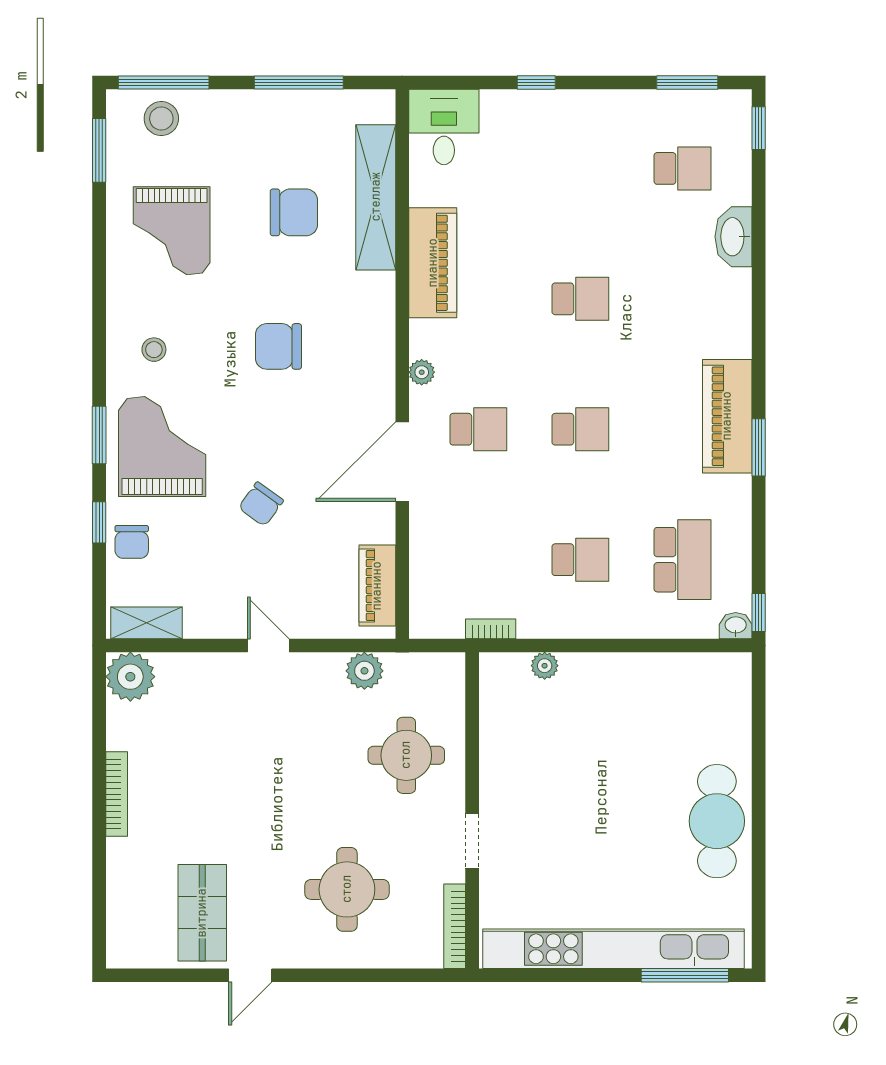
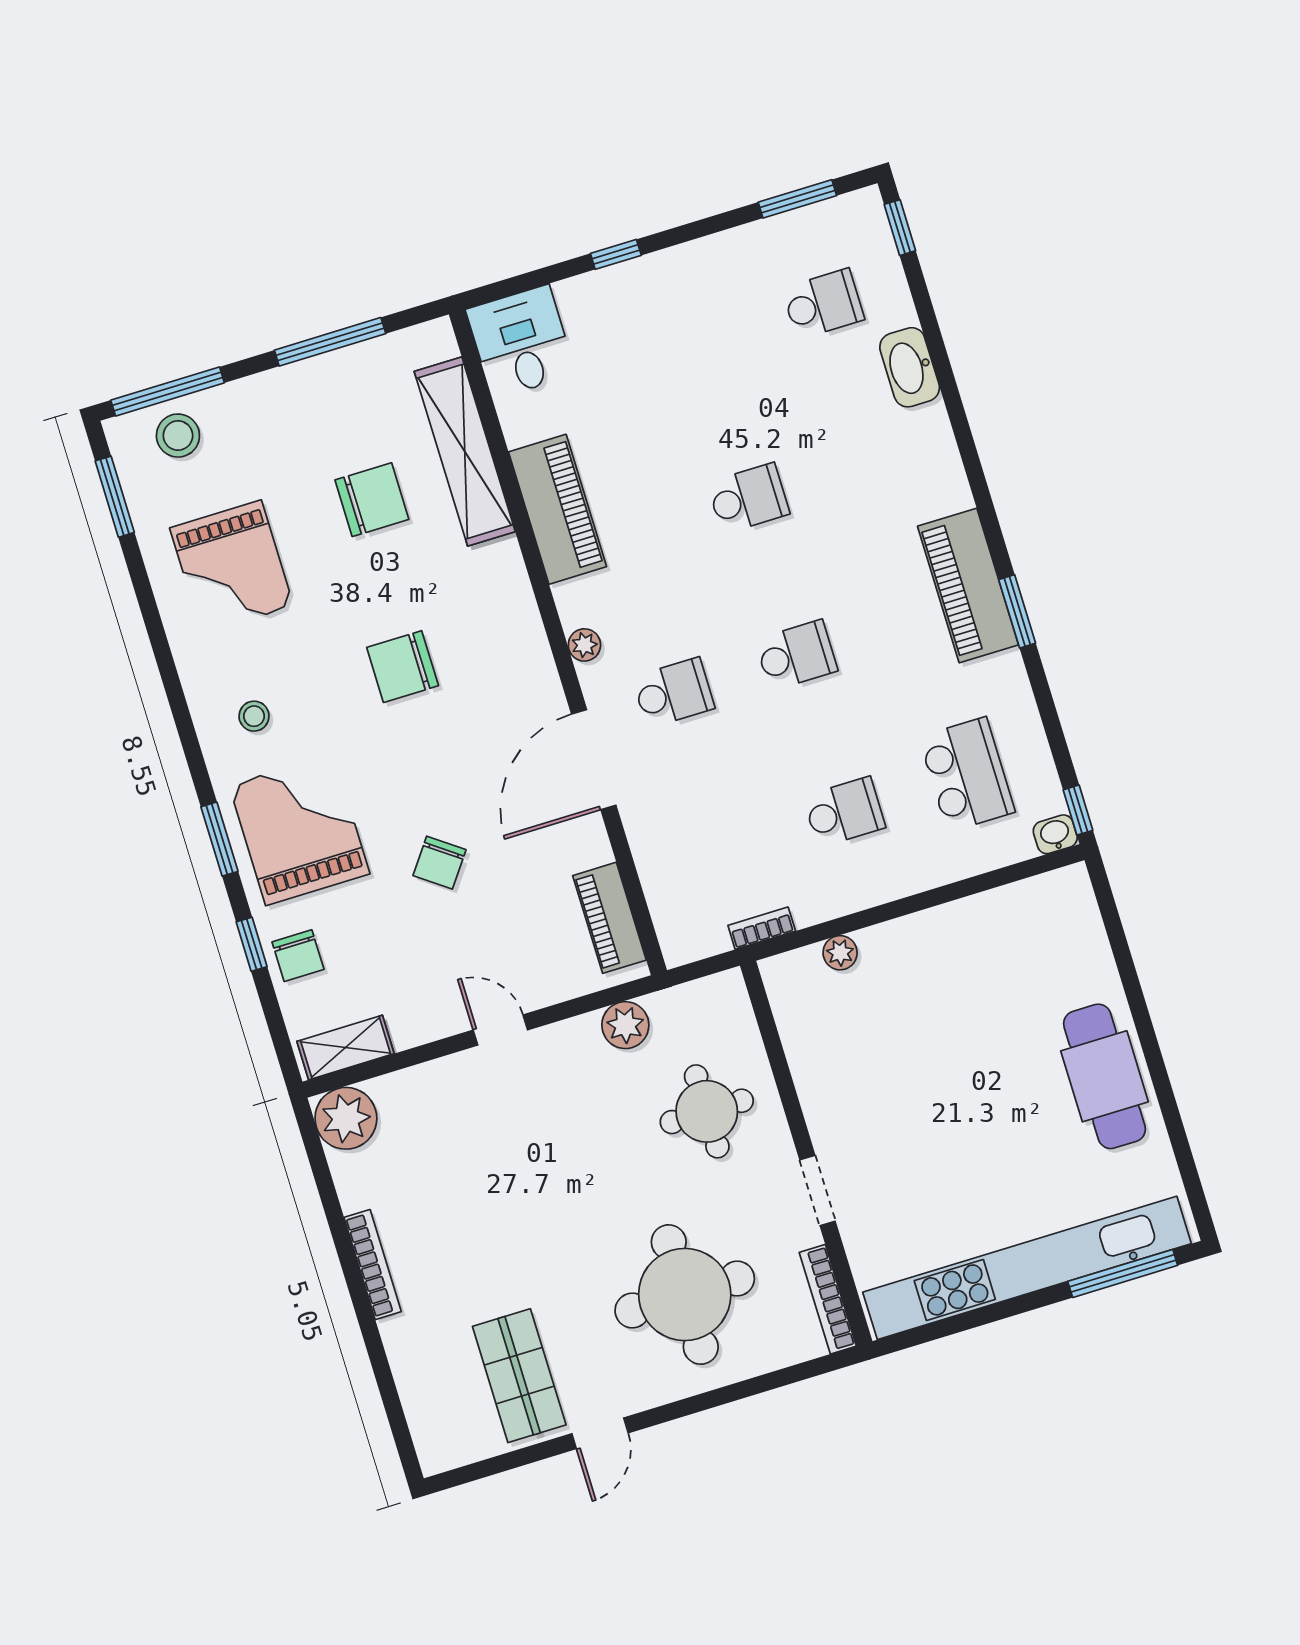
round table: (347, 889) -> (685, 1295), width x1.36, depth x1.36

